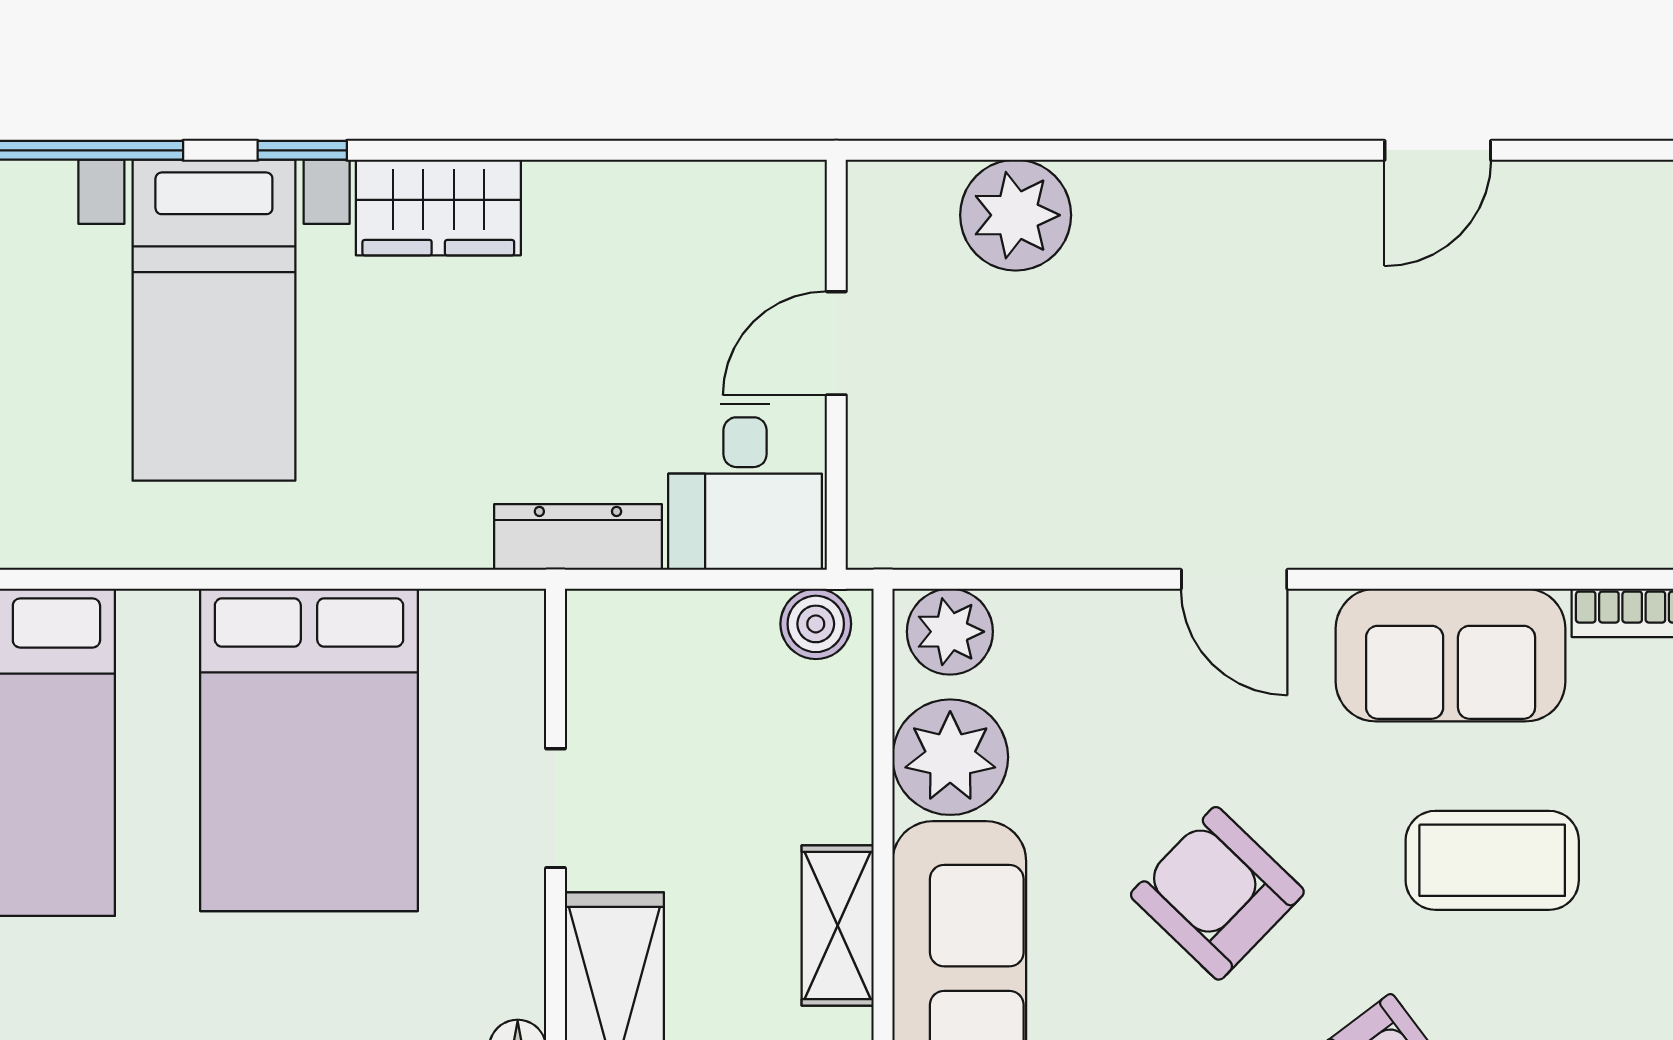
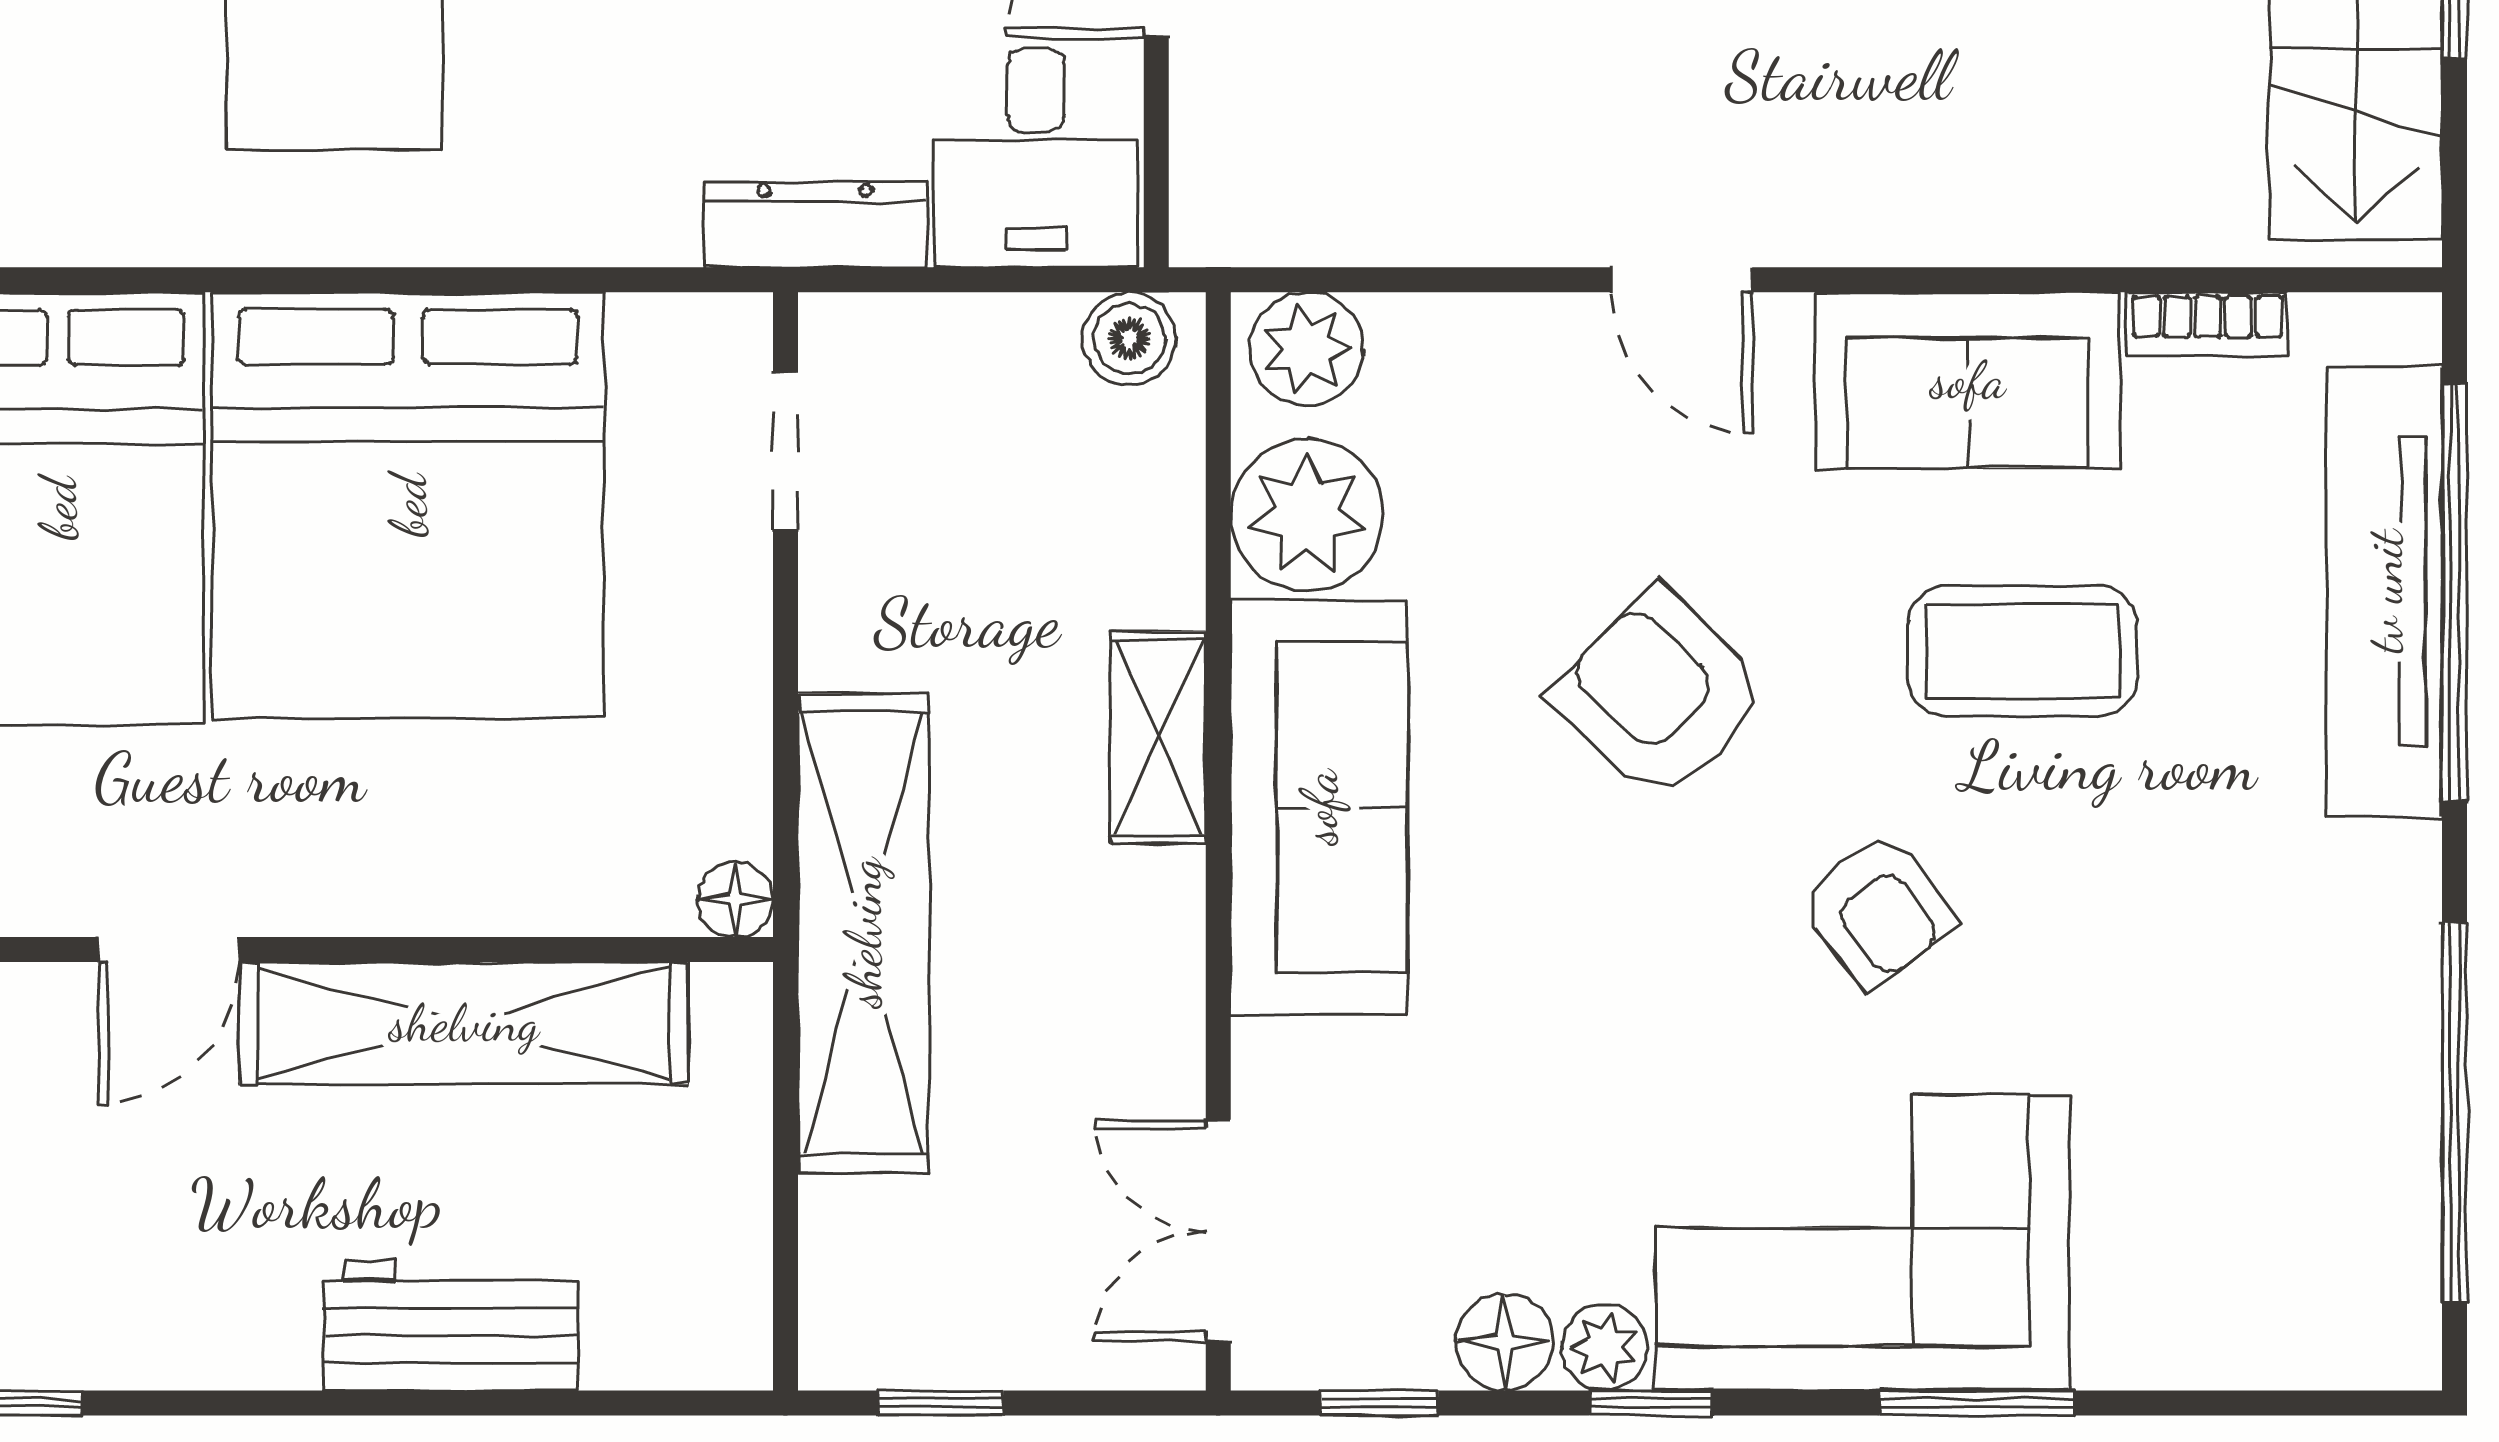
bed: (309, 750) -> (408, 505), width x1.36
doorway: (555, 808) -> (785, 451), moved

